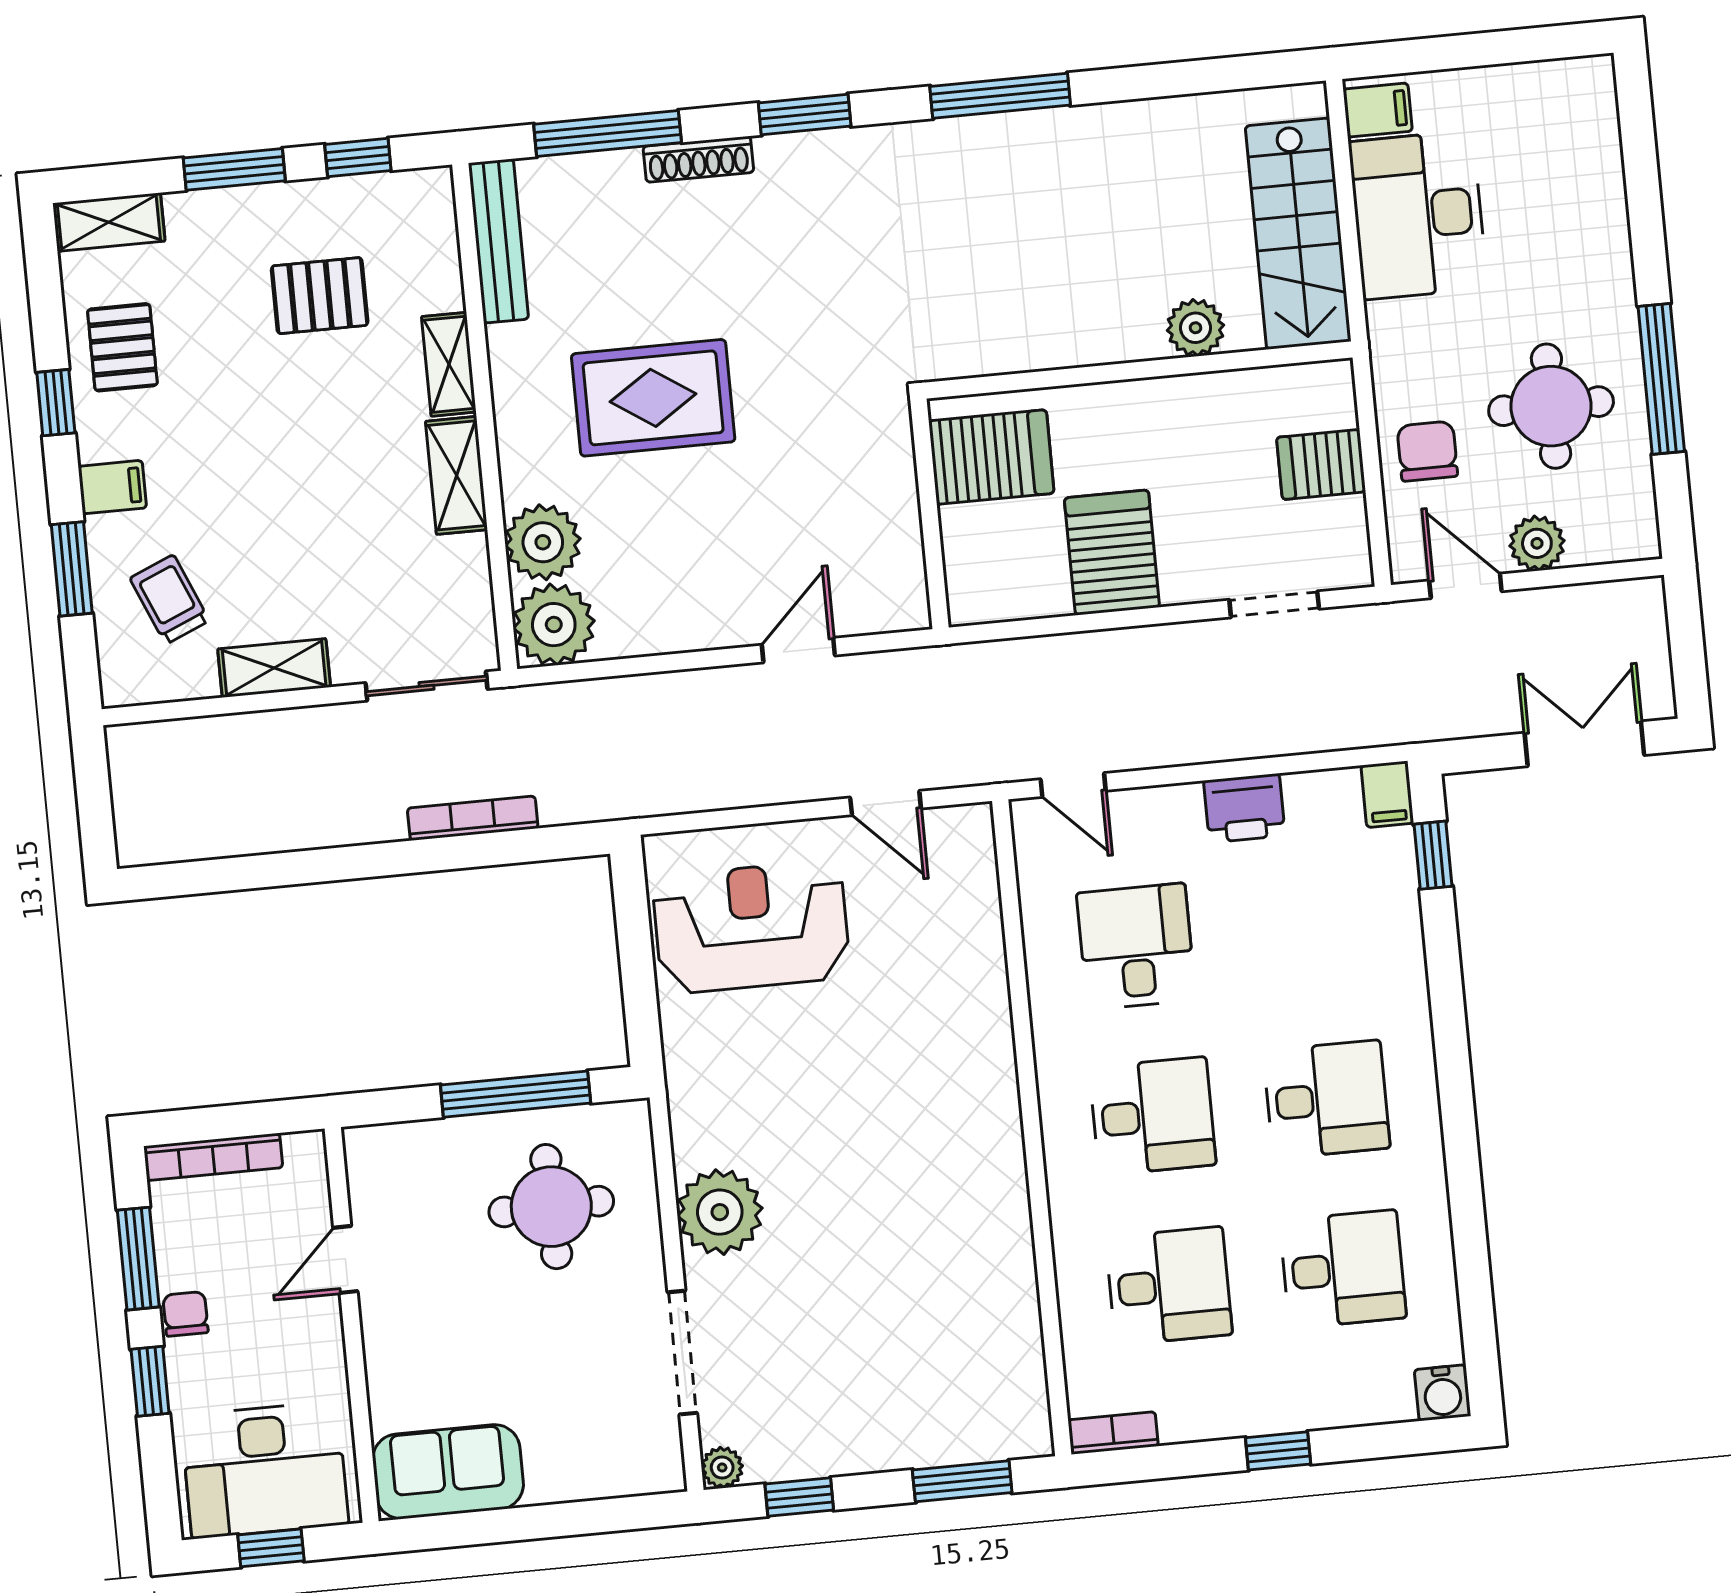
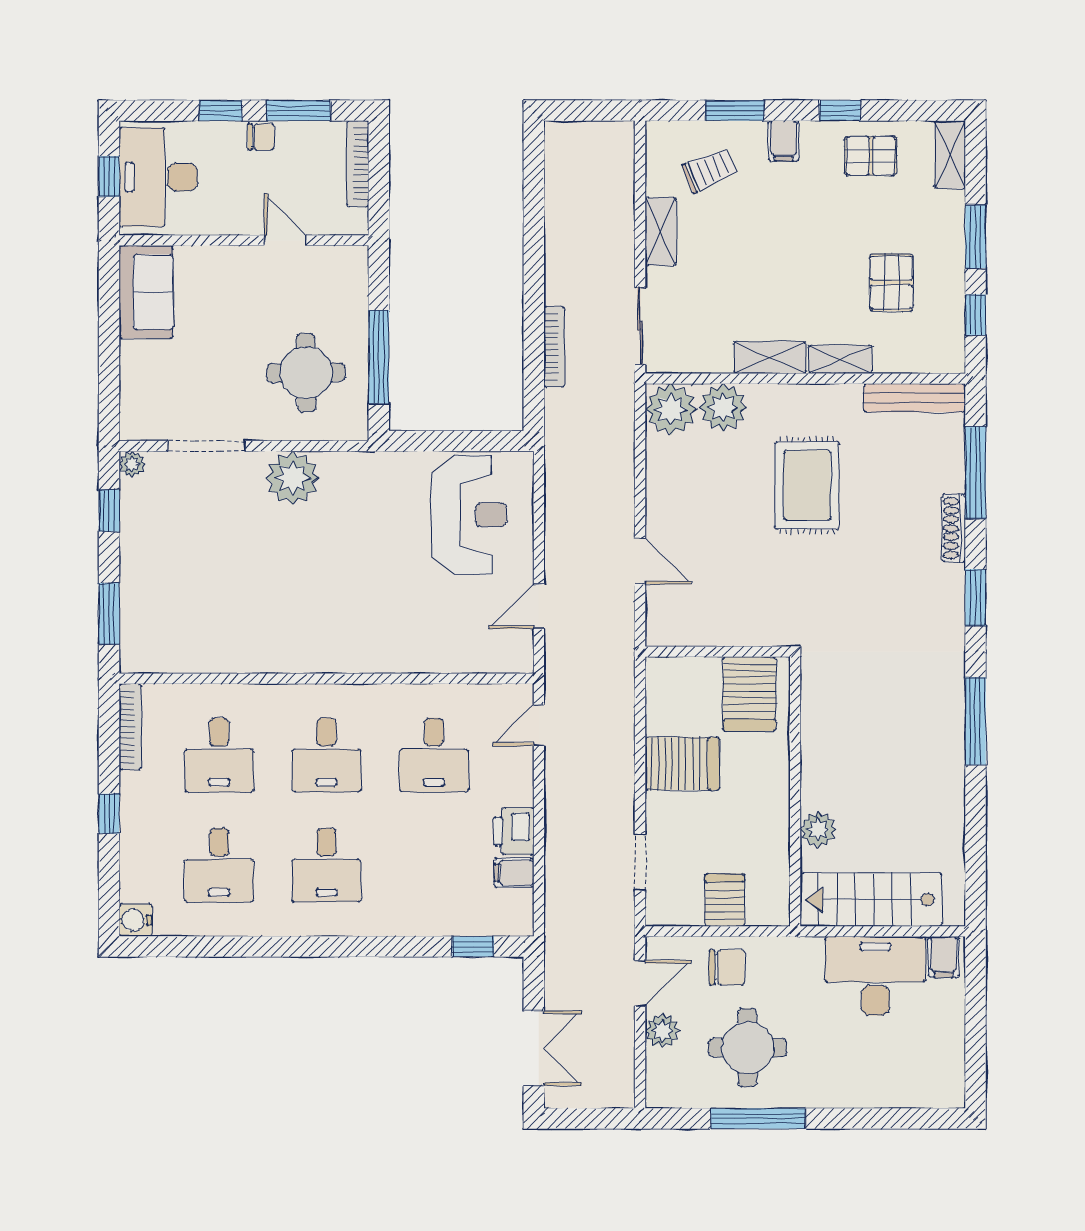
filing cabinet: (1387, 794) -> (514, 873), moved
desk: (1136, 946) -> (434, 755), turned 90
bookcase: (1113, 1433) -> (130, 727), width x1.56

